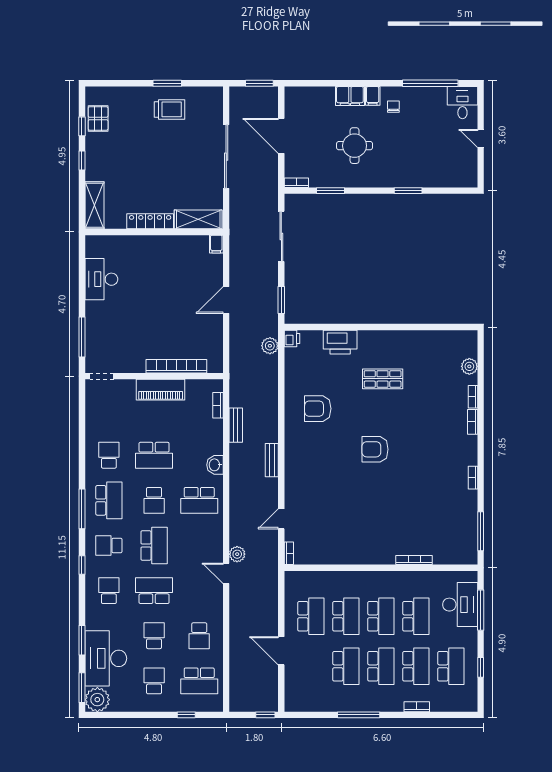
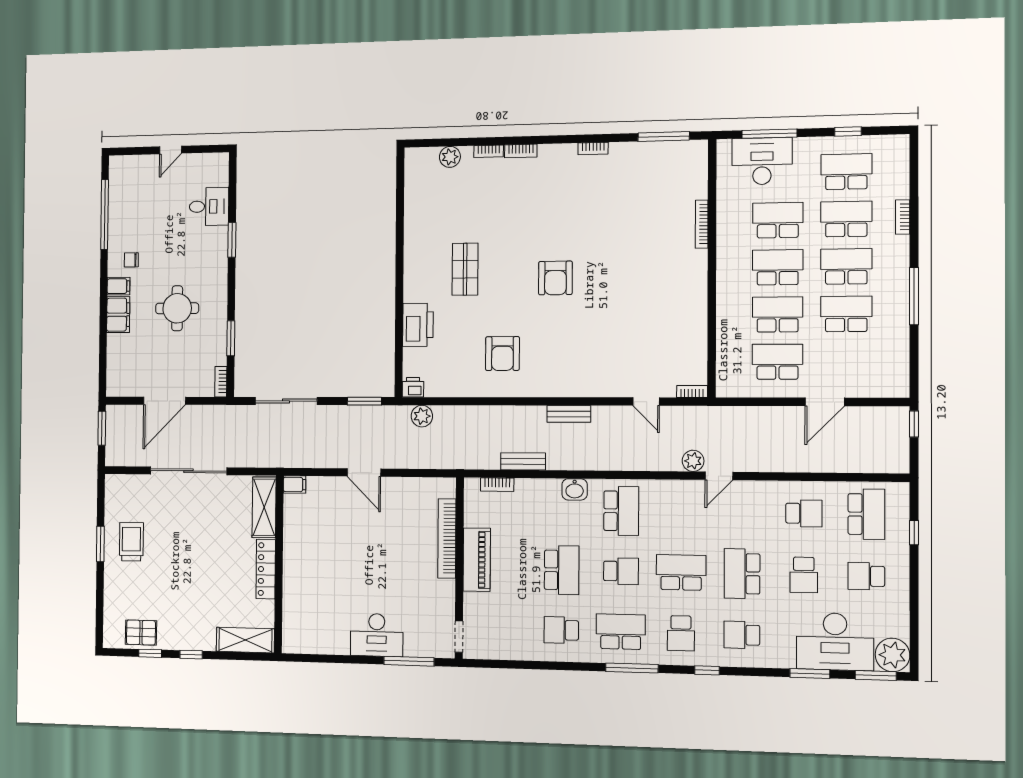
desk: (462, 103) -> (209, 206), moved, turned 180
desk: (101, 279) -> (377, 635), moved
school desk: (154, 636) -> (804, 575), turned -90

